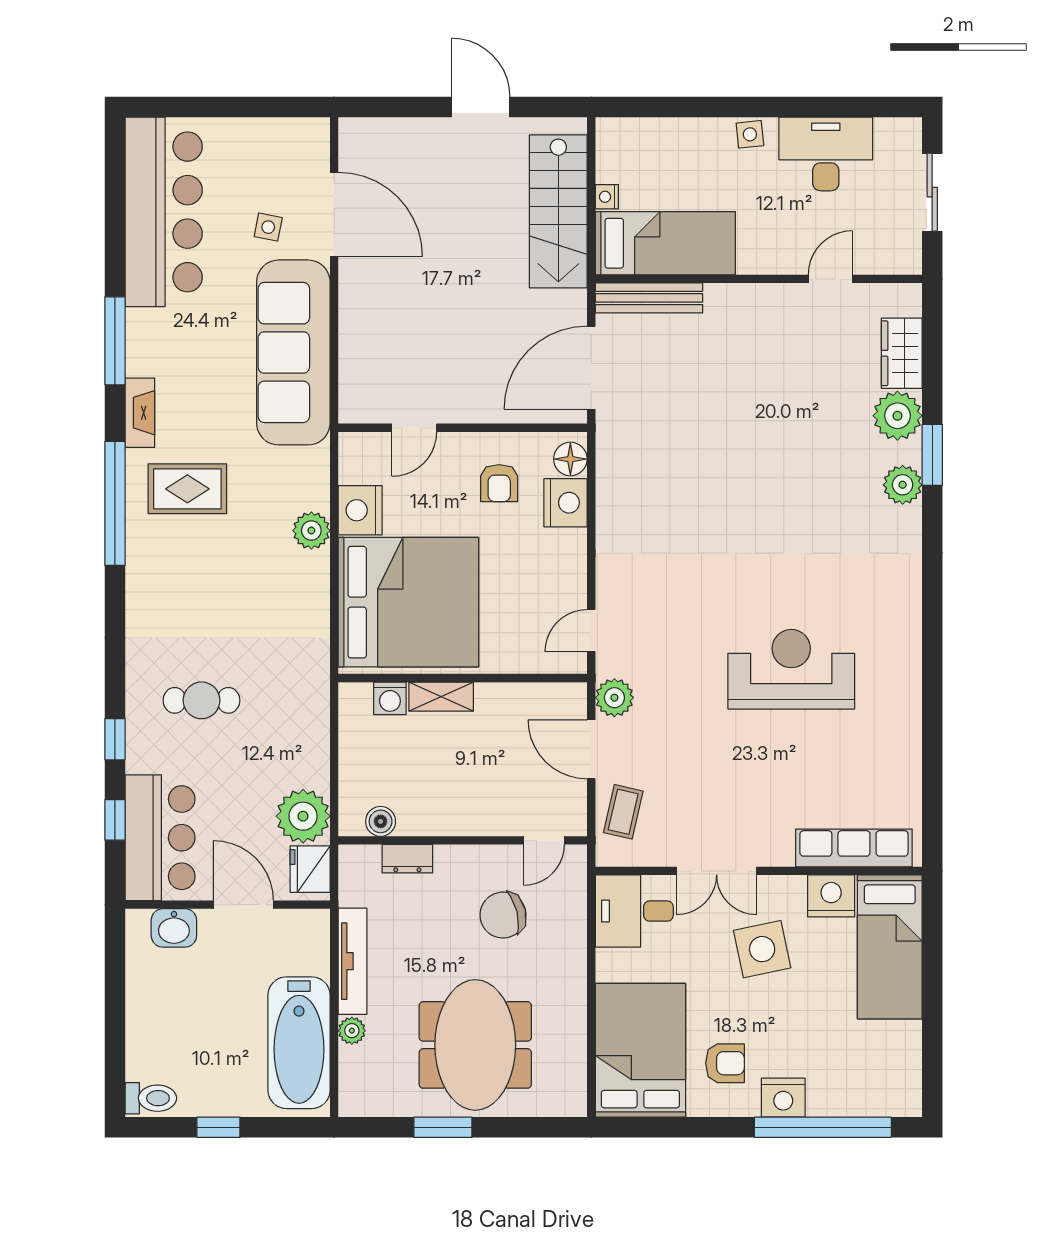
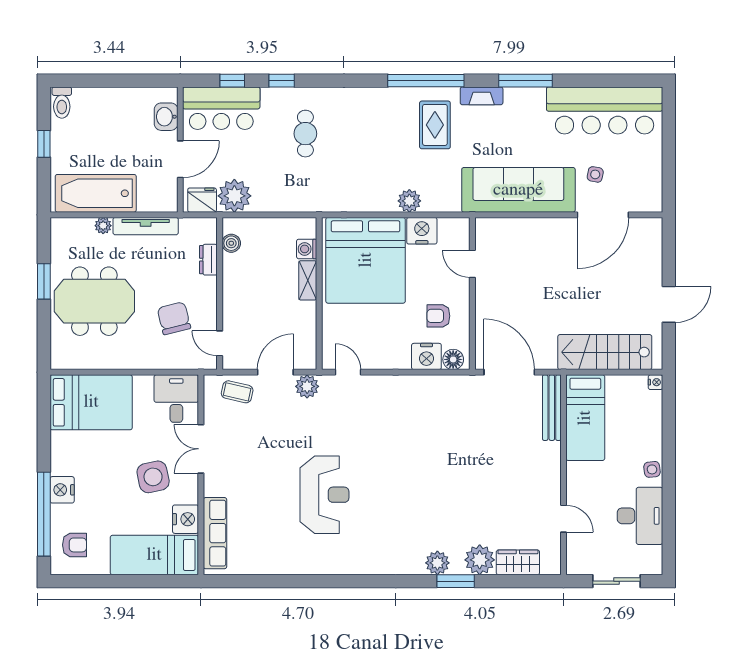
nightstand: (607, 197) -> (655, 382), moved, turned 90
armchair: (725, 1063) -> (75, 545), moved, turned -90

